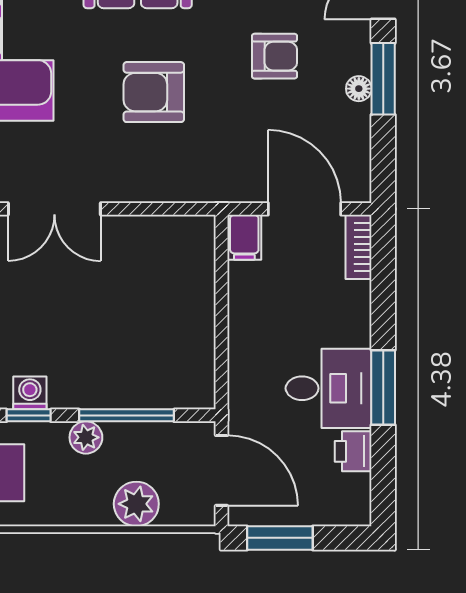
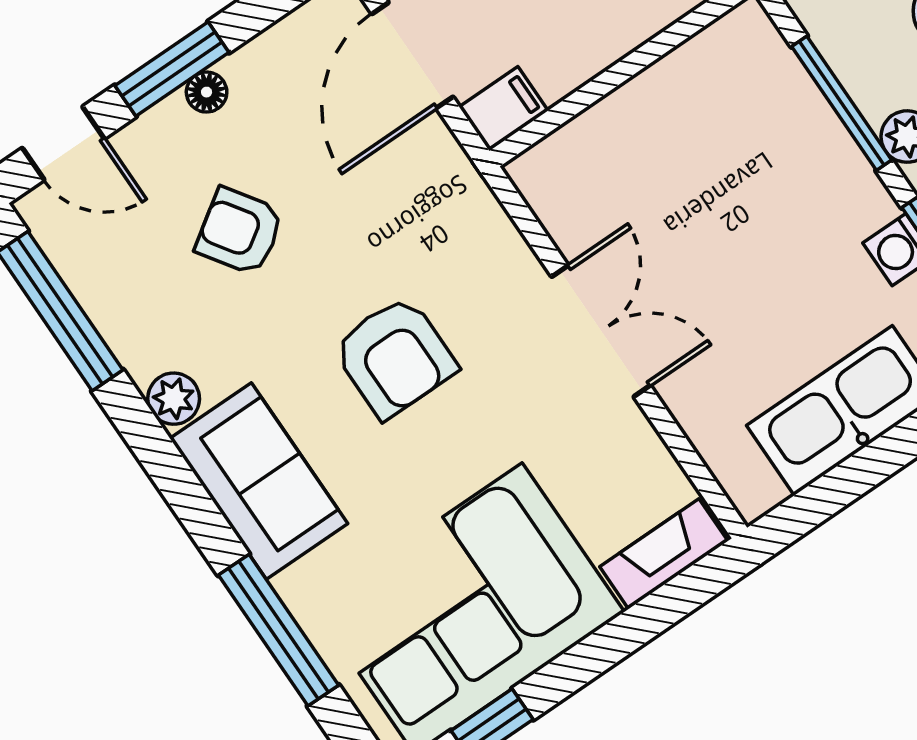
armchair: (274, 56) -> (240, 231), turned -34
double door: (54, 209) -> (601, 331), moved

